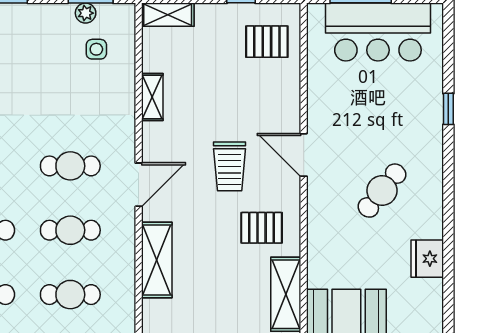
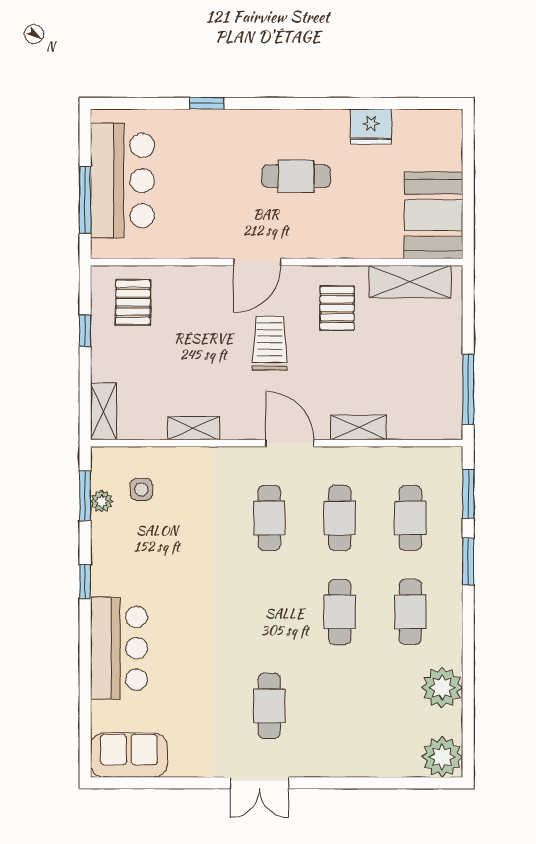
trolley: (230, 166) -> (270, 343), turned -90
cafe table: (382, 191) -> (296, 176), turned -39
shelving: (157, 260) -> (358, 427), width x0.67, depth x0.75

